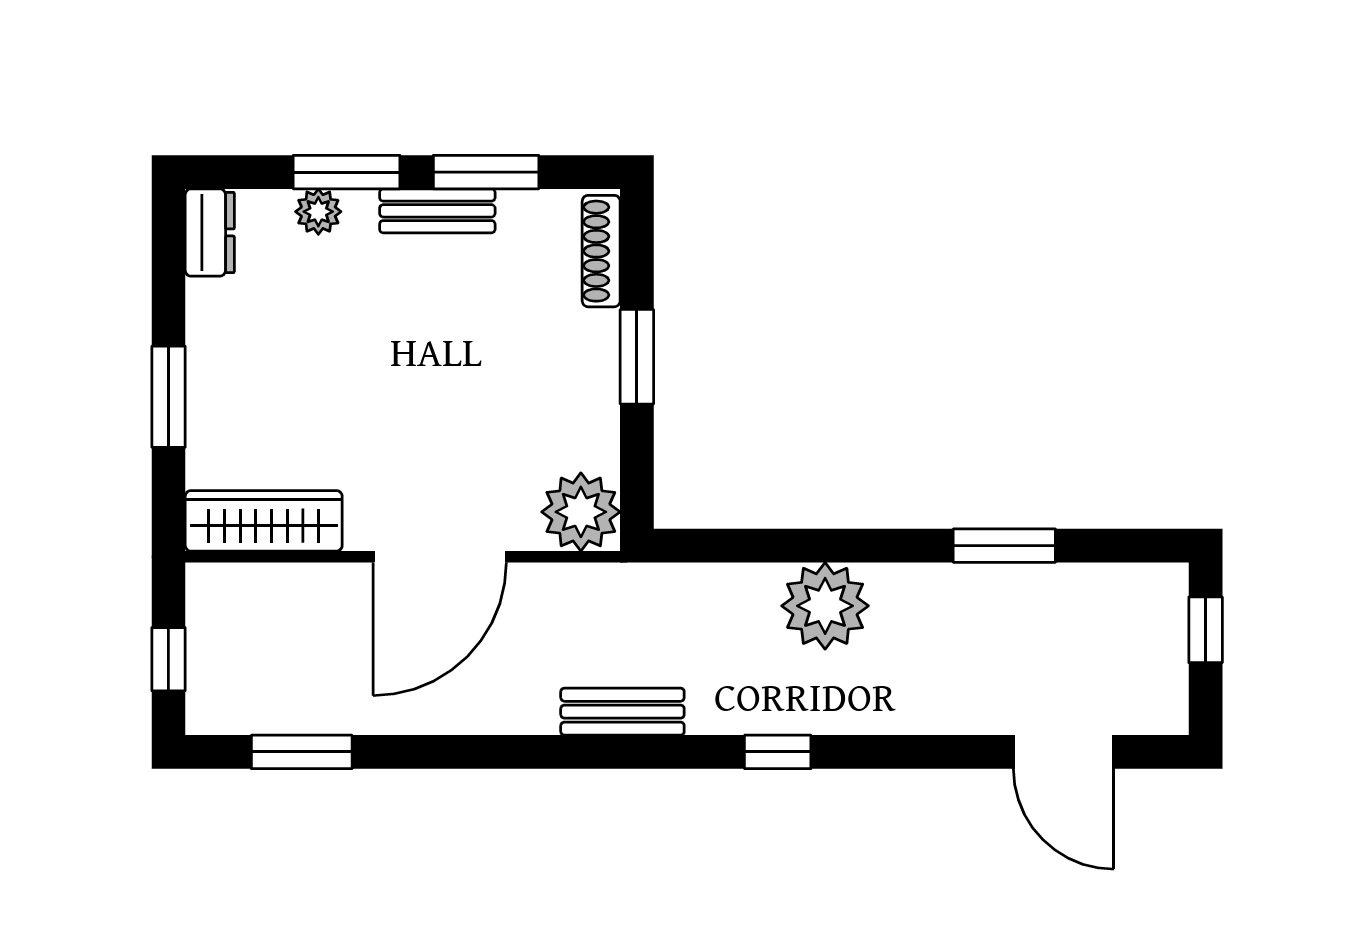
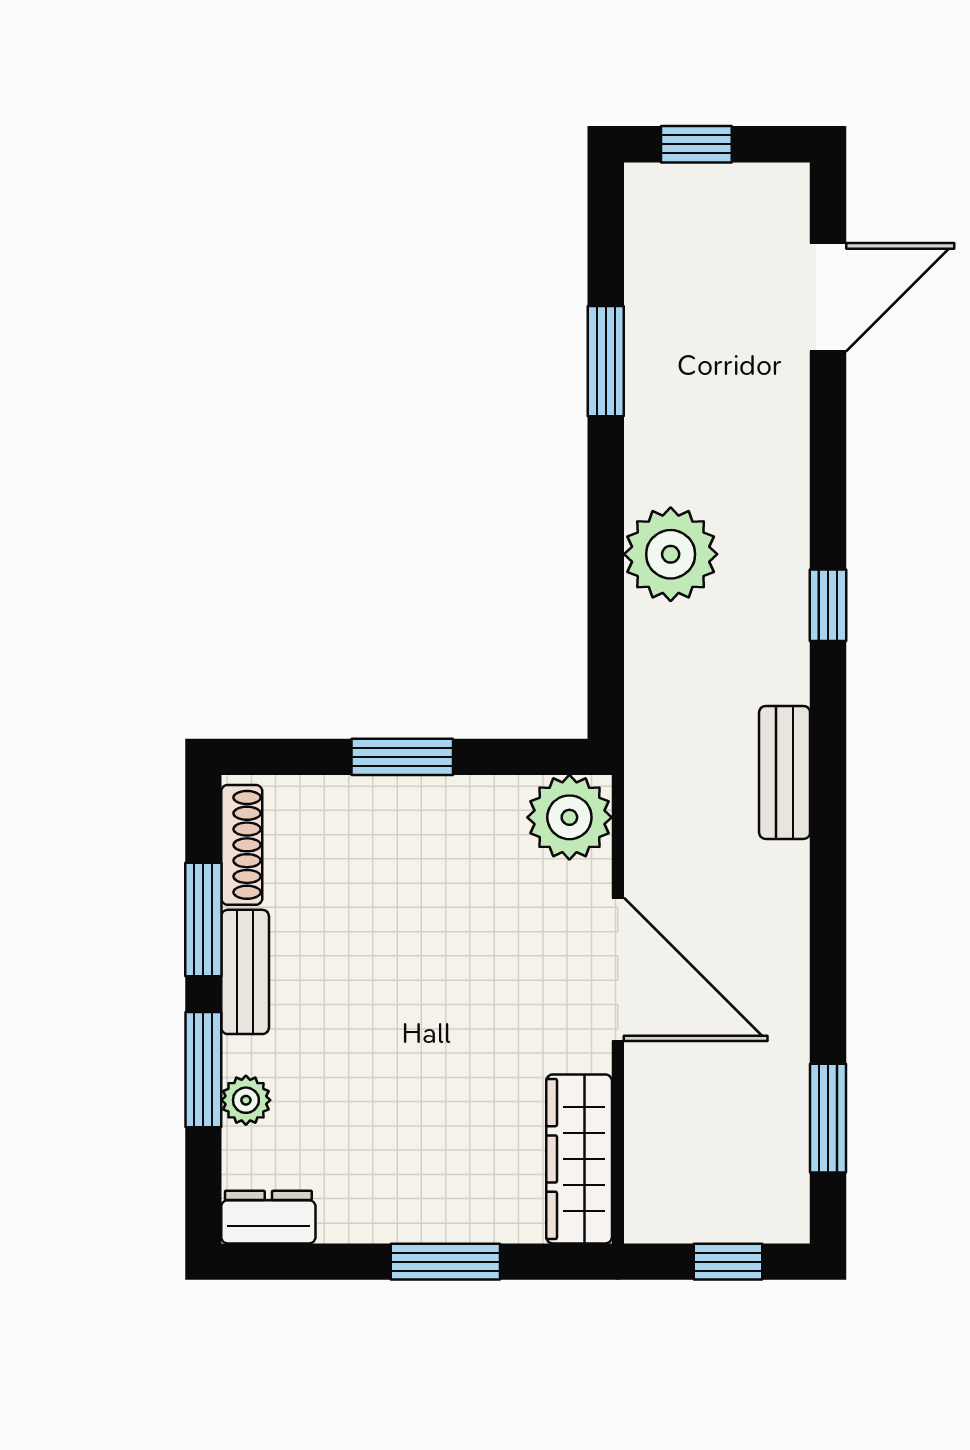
shoe rack: (601, 251) -> (242, 845), moved, turned -90

